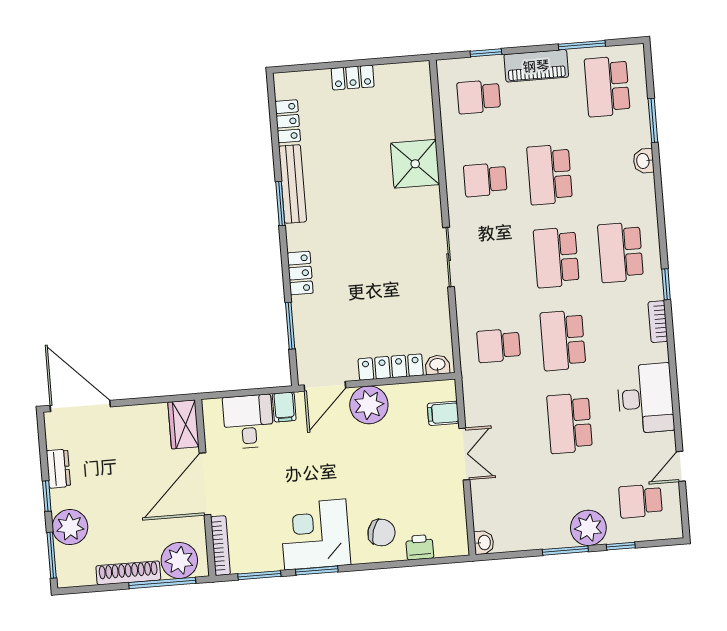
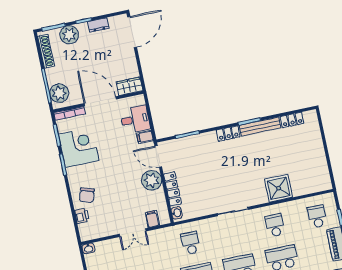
locker: (353, 78) -> (319, 150), removed
locker: (300, 273) -> (228, 133), moved
corner desk: (315, 534) -> (79, 147), moved
shoe rack: (128, 573) -> (46, 51), moved

